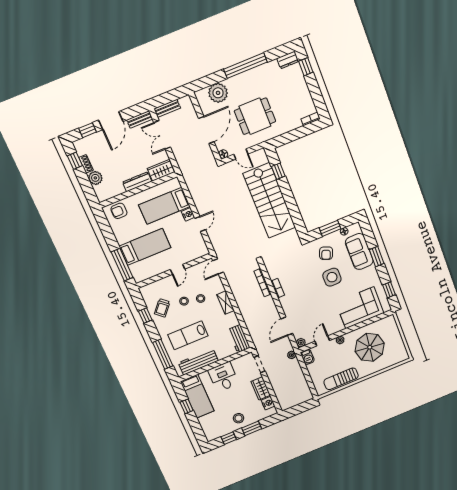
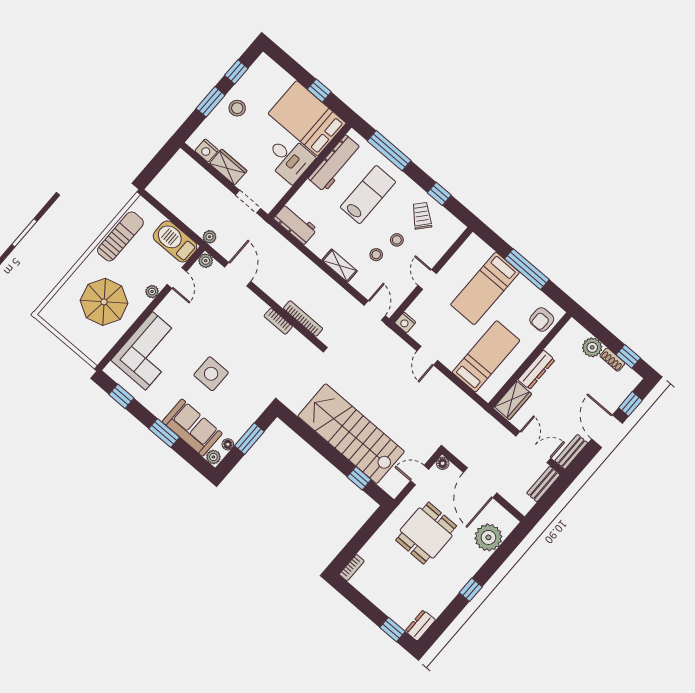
window: (245, 66) -> (471, 590), width x0.32
armchair: (119, 211) -> (542, 319), turned 180
nightstand: (188, 214) -> (405, 322), moved
plant: (356, 228) -> (213, 457), added
armchair: (326, 253) -> (237, 402), removed
window: (122, 265) -> (527, 269), moved
barbecue: (307, 357) -> (175, 241), width x1.88, depth x1.53
bed: (197, 396) -> (307, 118), width x1.50

